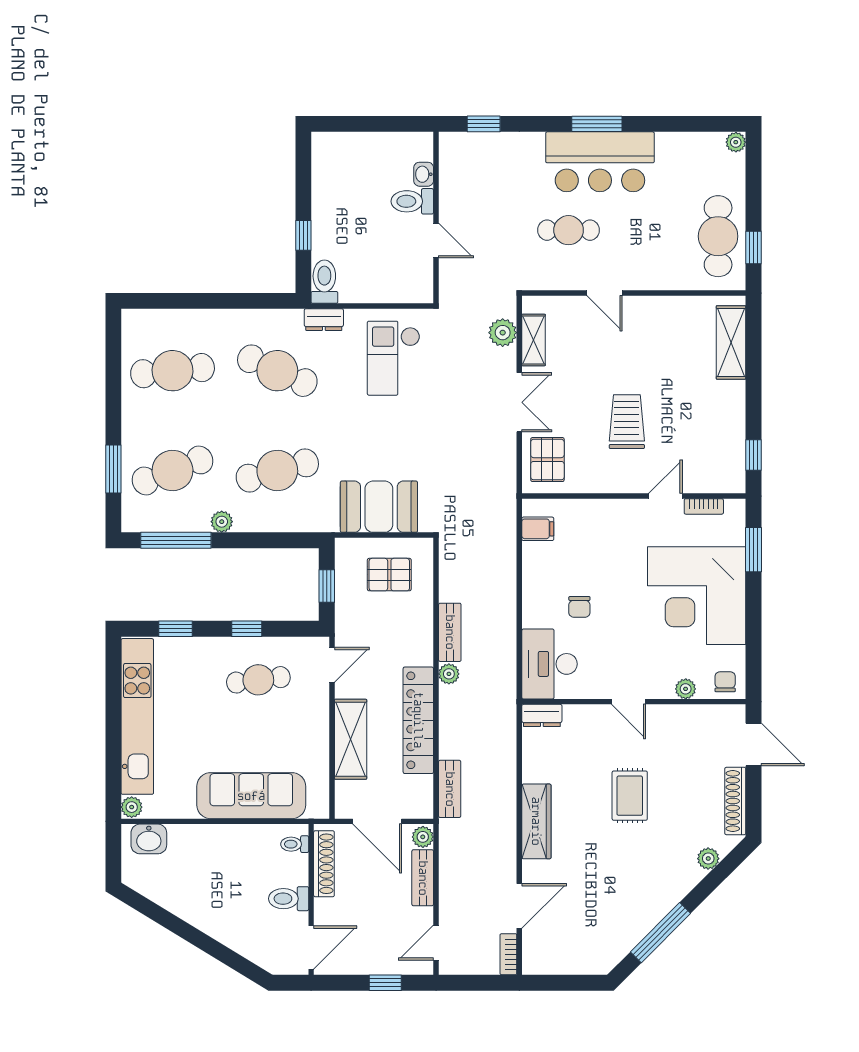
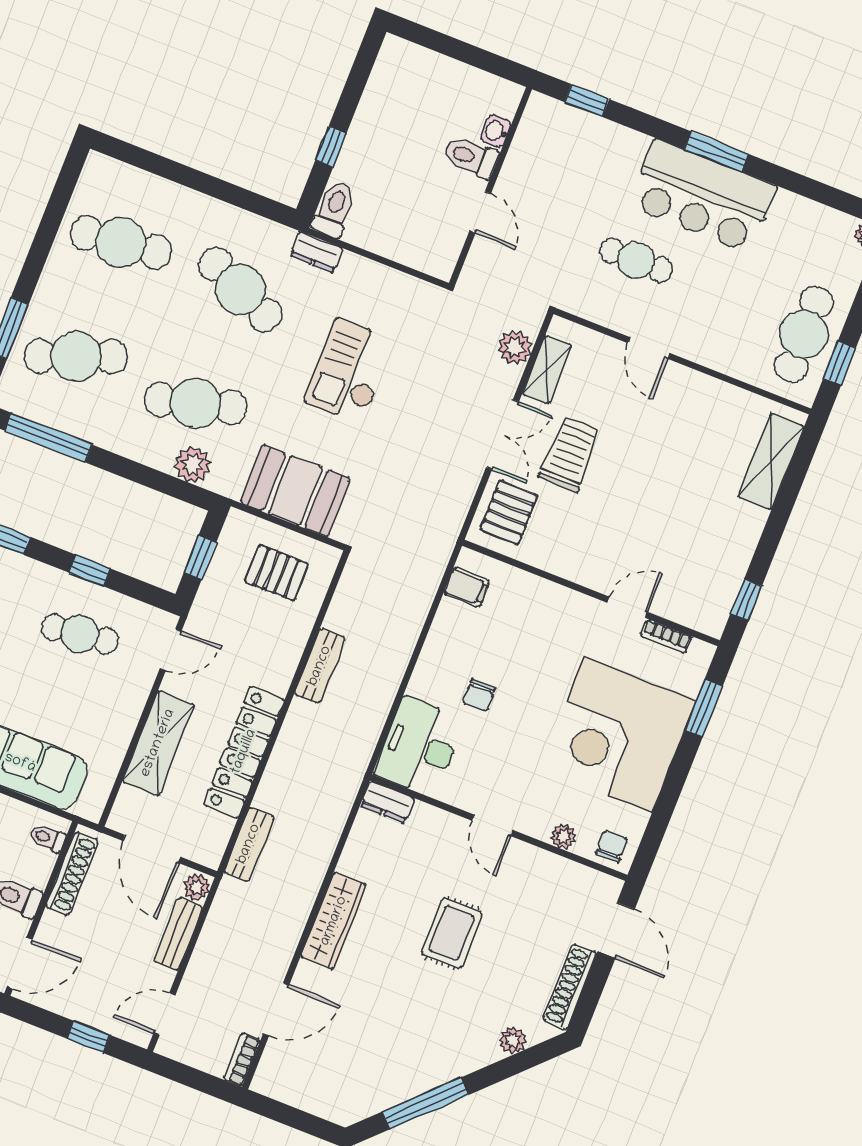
checkout: (394, 358) -> (350, 371), moved
trolley: (627, 422) -> (570, 454), moved
plant: (222, 522) -> (193, 464), moved, width x1.38, depth x1.38
plant: (449, 674) -> (300, 713), removed

